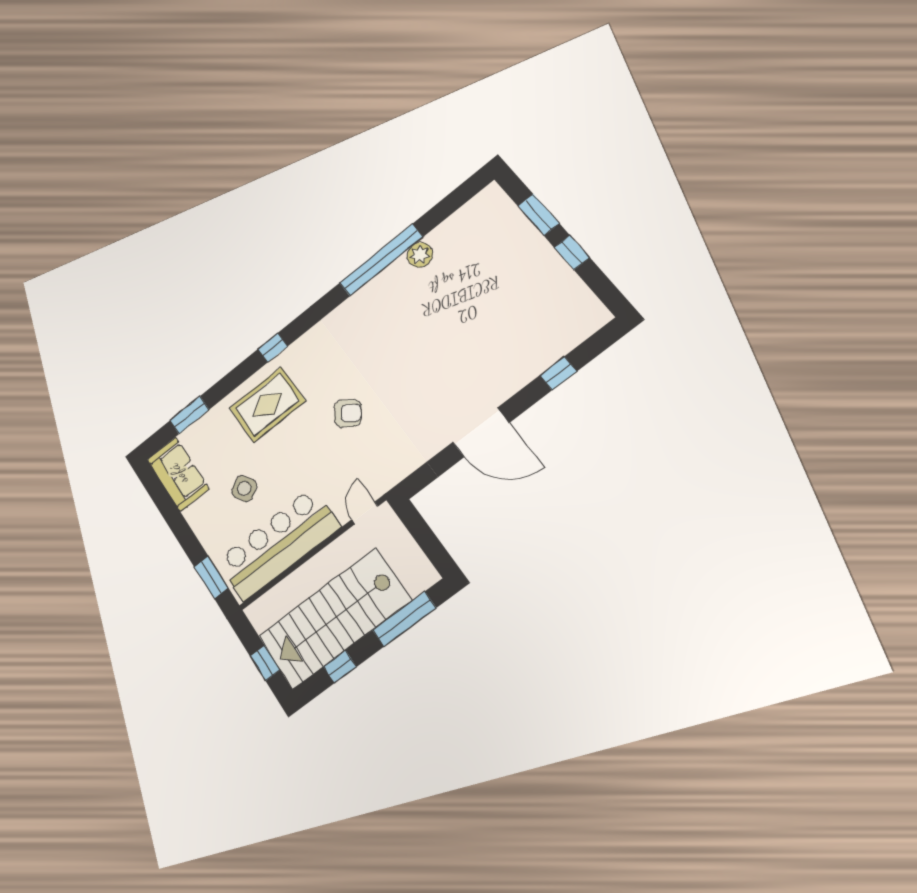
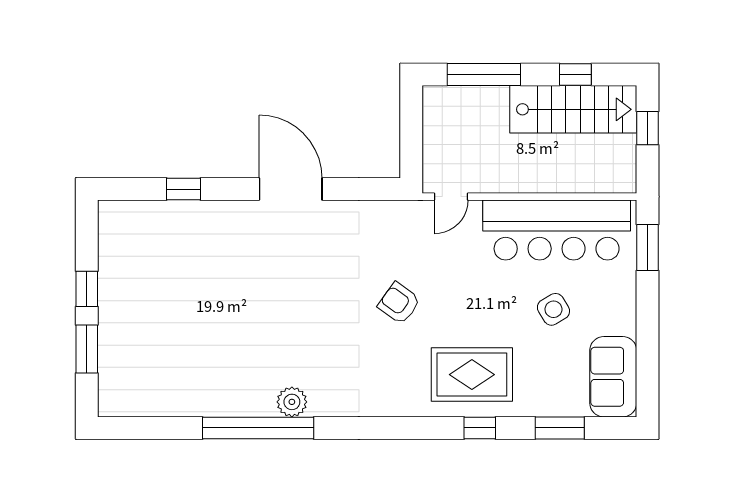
plant: (420, 255) -> (292, 402), moved
window: (273, 348) -> (480, 428), moved
stairs: (334, 619) -> (573, 109), width x0.73, depth x0.66

